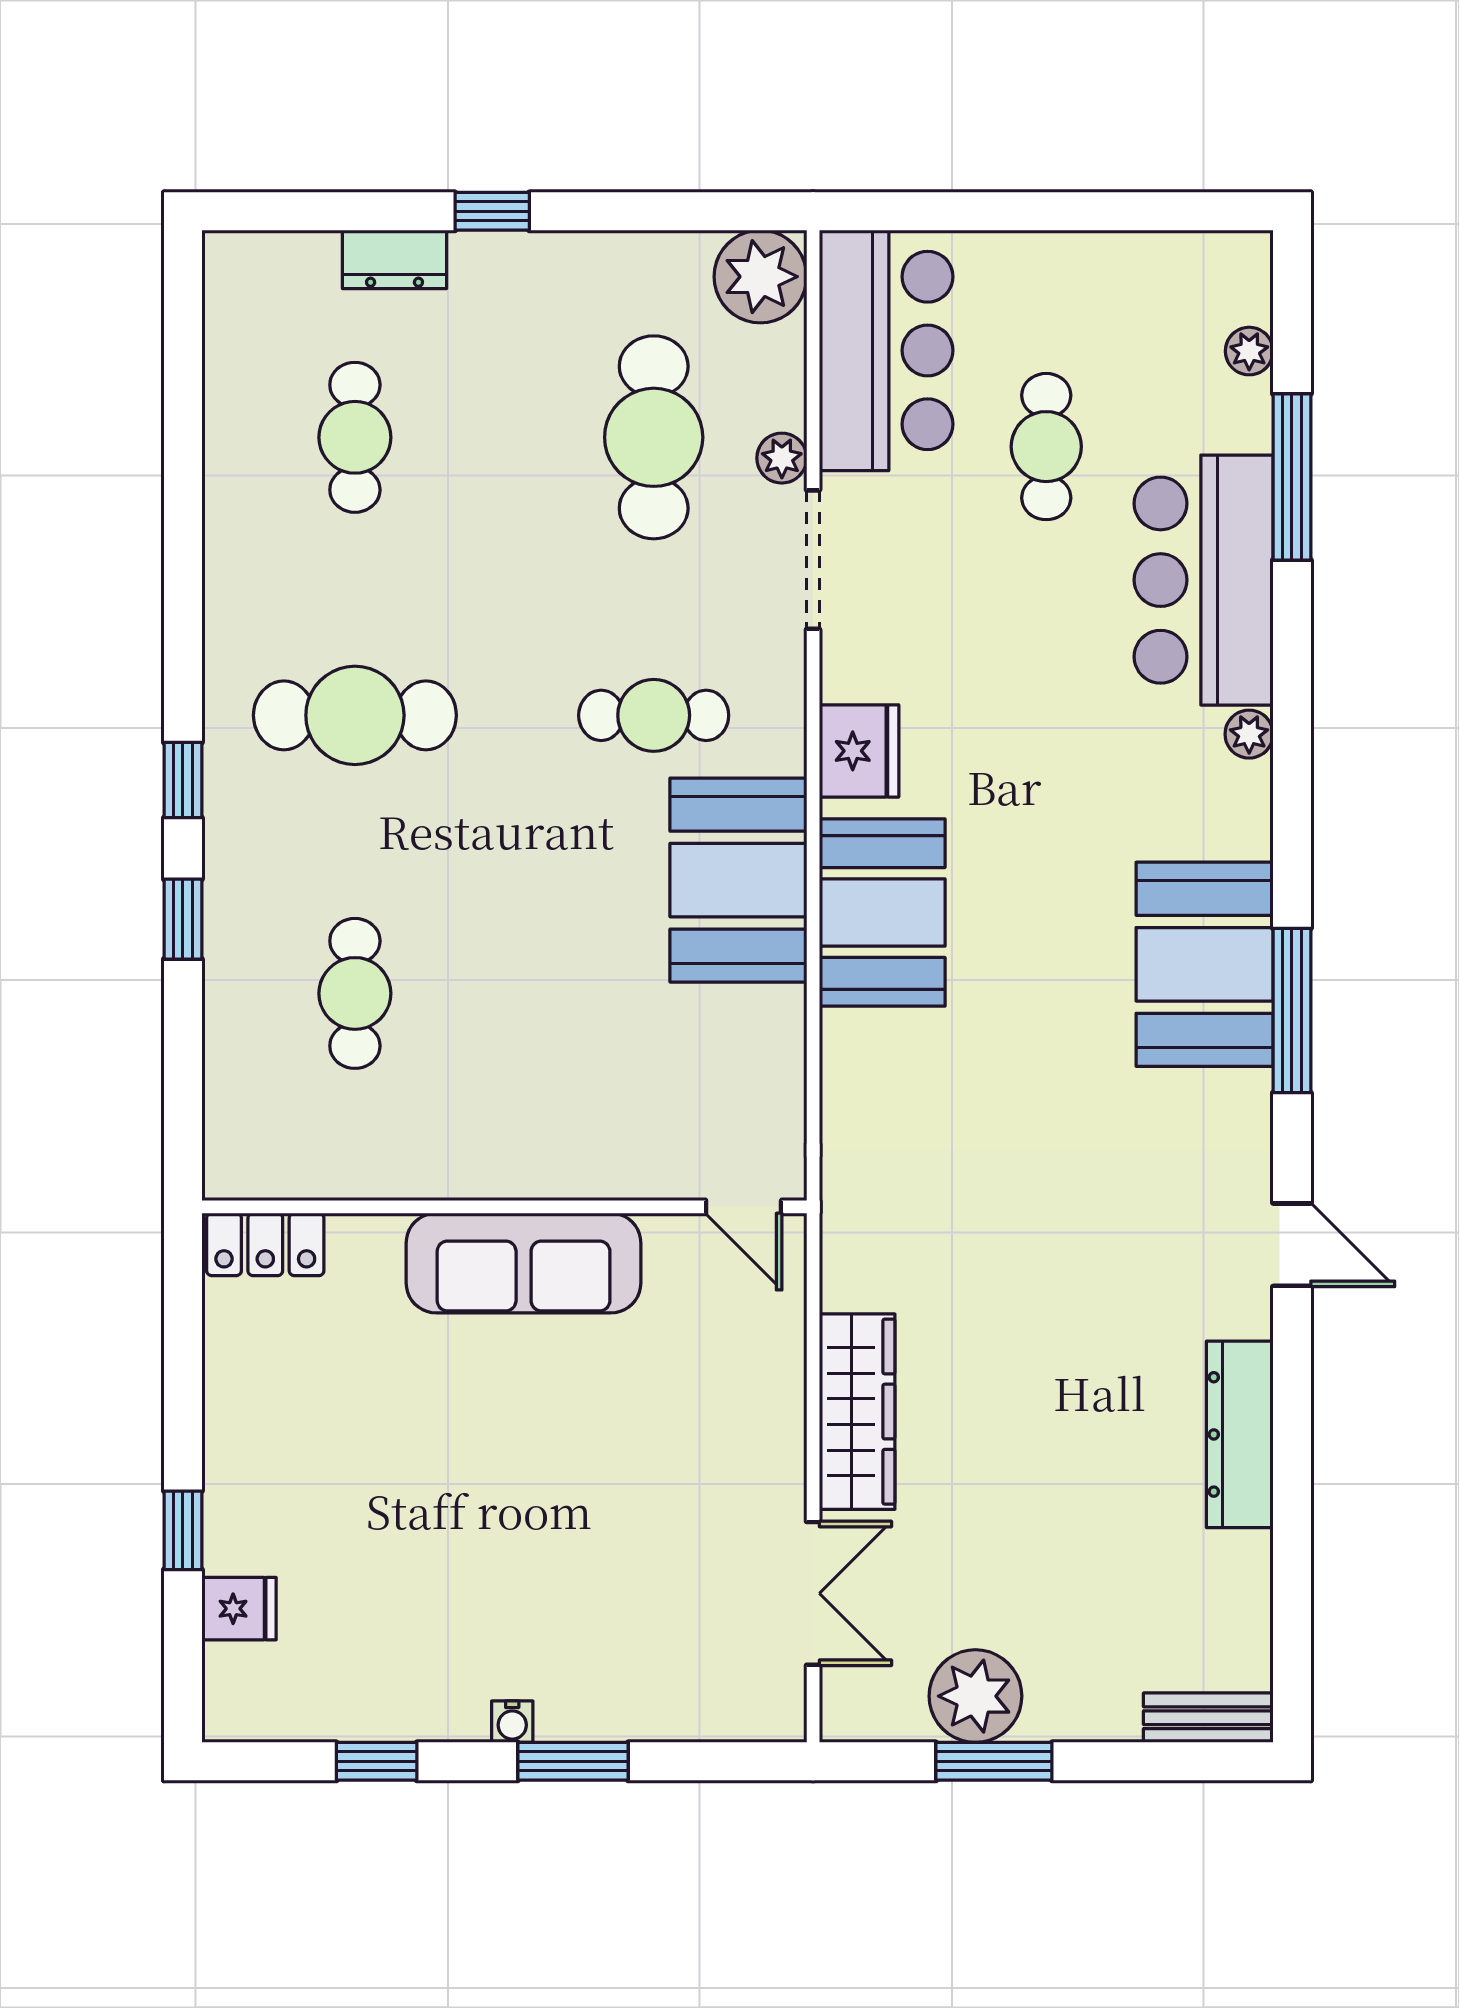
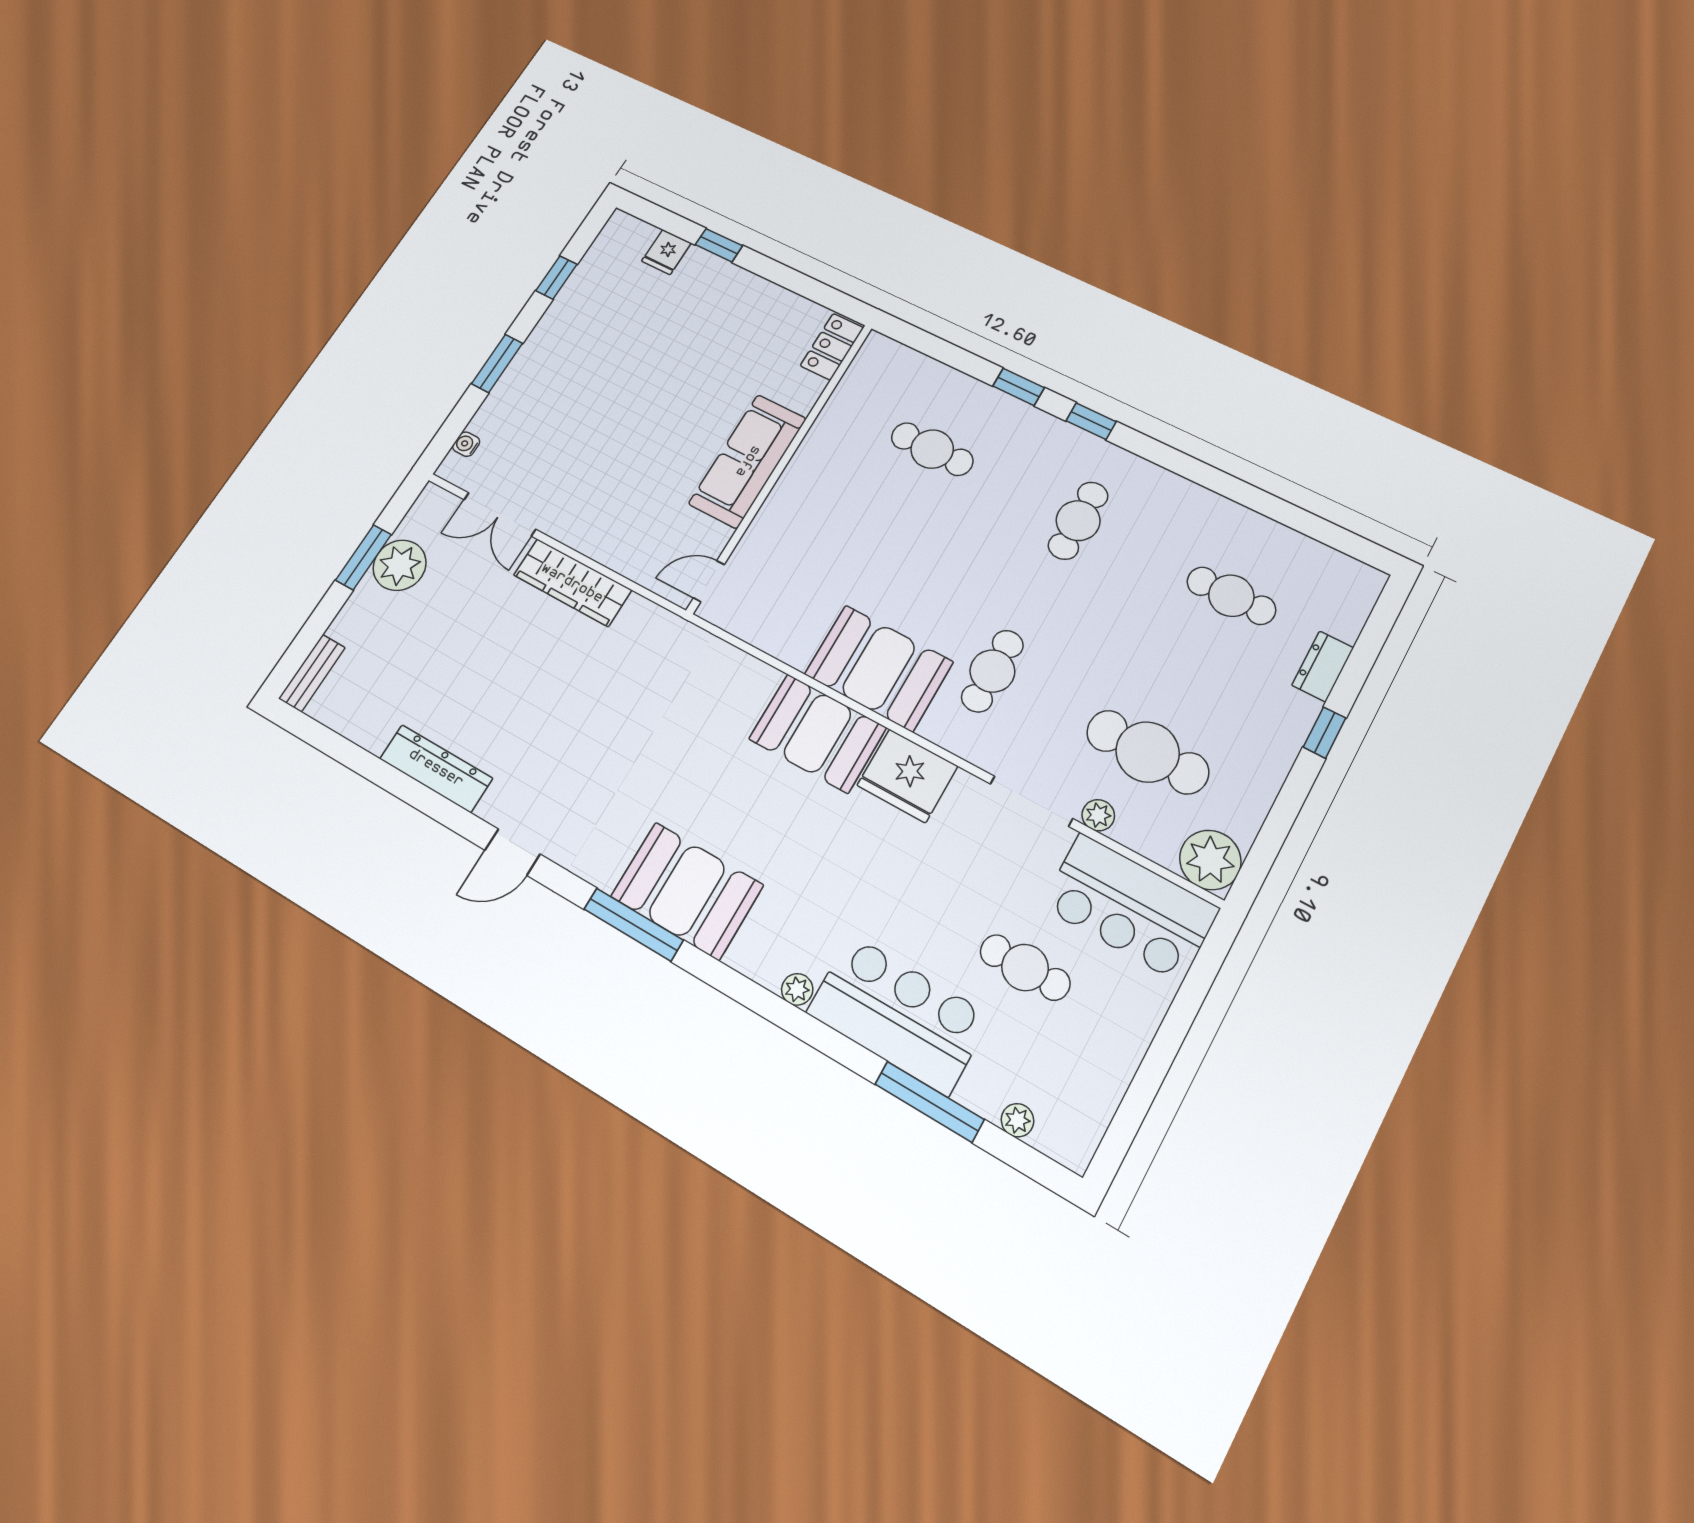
cafe table: (355, 715) -> (1078, 521), width x0.73, depth x0.74
fridge: (859, 751) -> (907, 776), width x1.36, depth x1.34
water cooler: (512, 1722) -> (466, 444), moved

